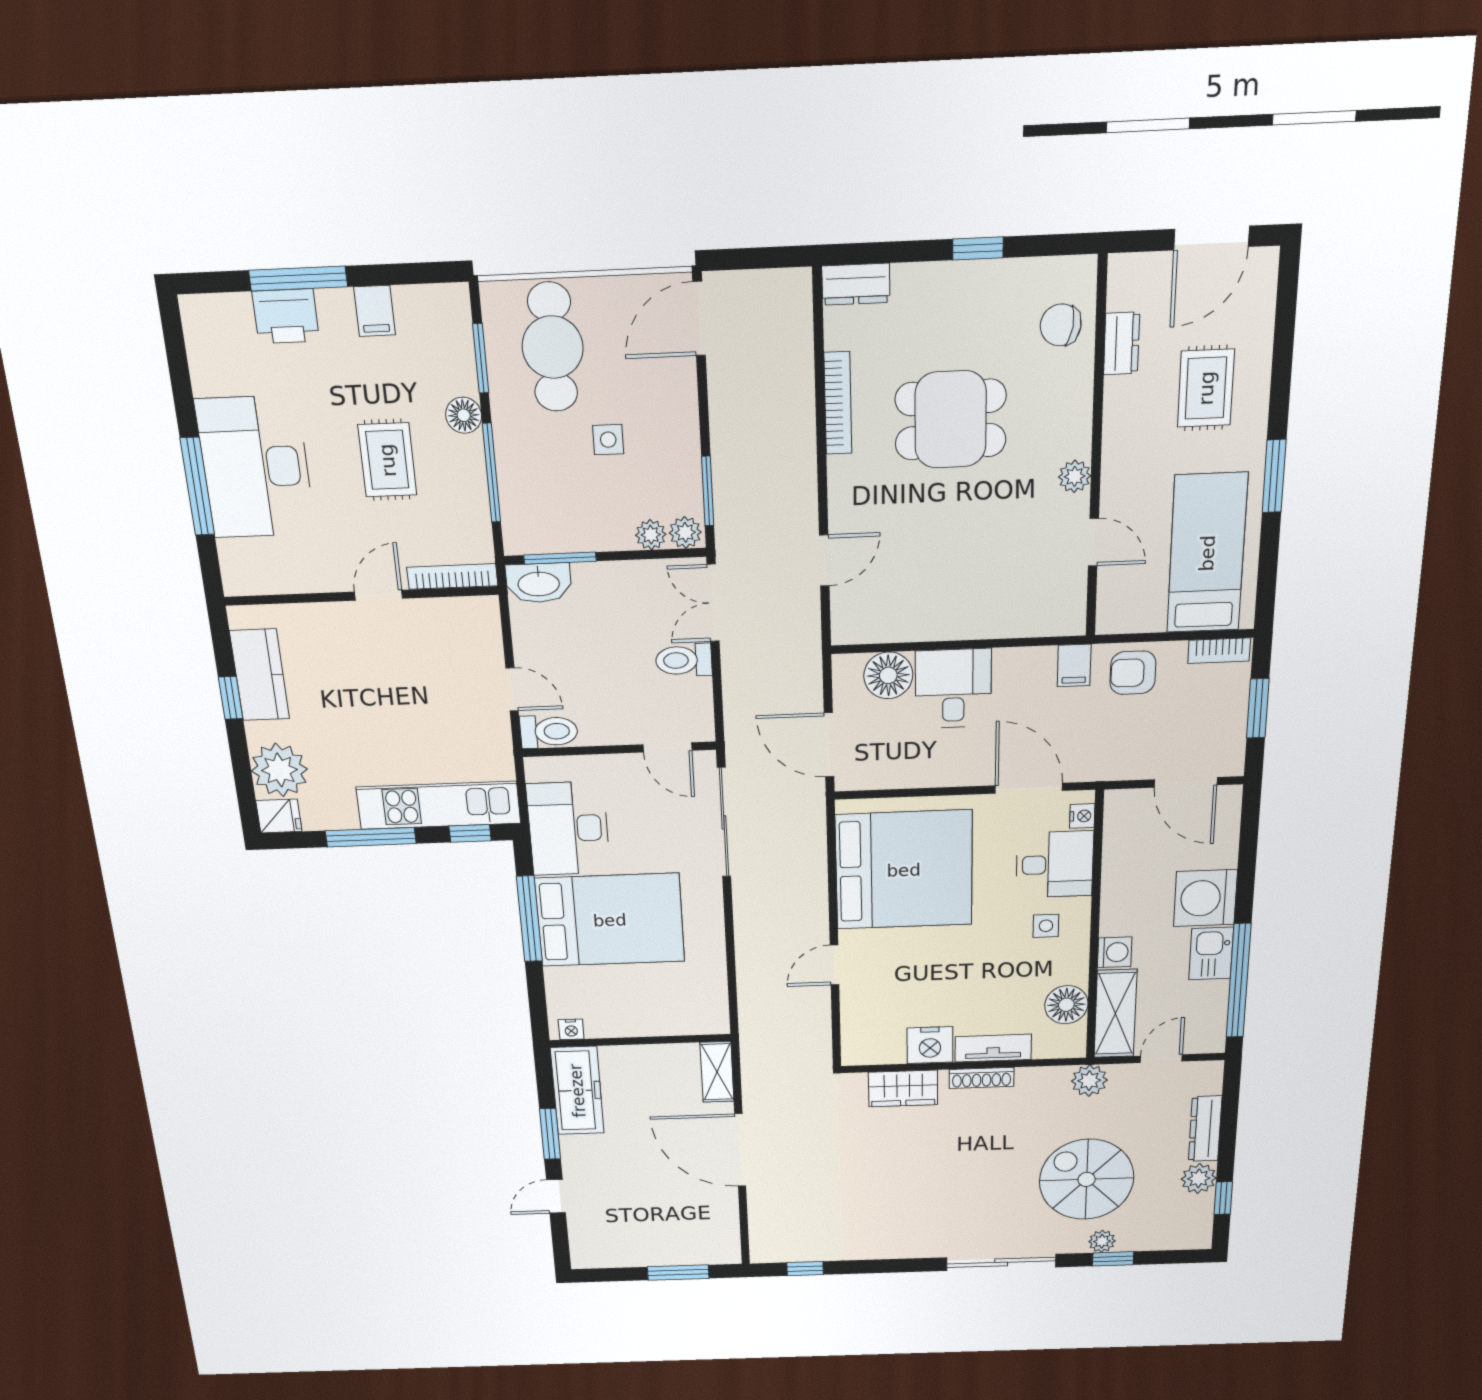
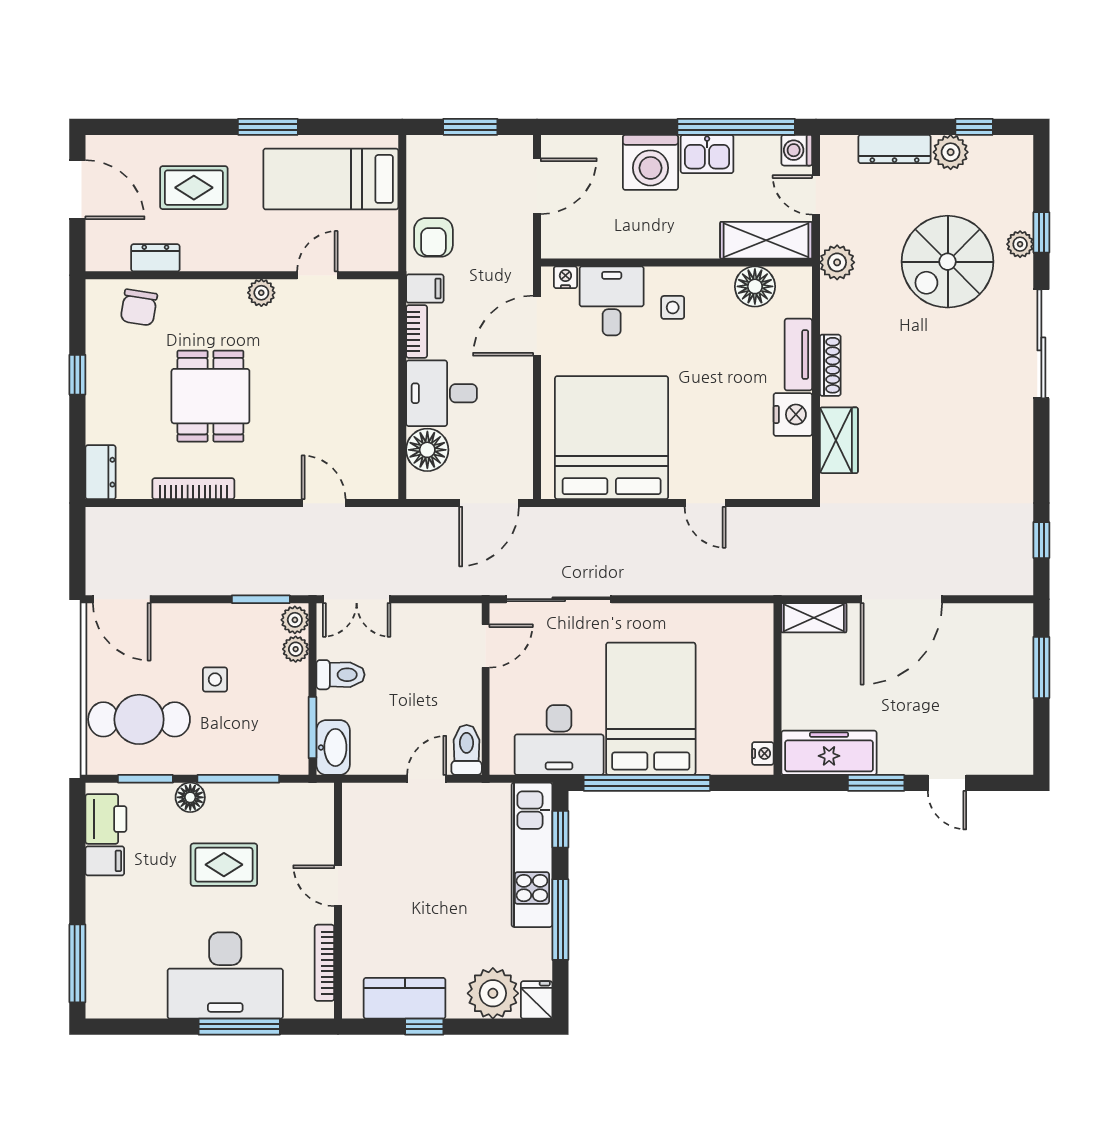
window: (298, 279) -> (77, 963), moved
printer: (286, 316) -> (106, 819), moved
bookcase: (452, 577) -> (324, 963), moved
bookcase: (1219, 651) -> (417, 332), moved
toilet: (684, 660) -> (340, 675), moved, turned -90
window: (529, 919) -> (647, 783), width x1.46
washing machine: (1115, 952) -> (797, 150), moved, turned -90

